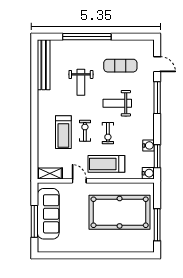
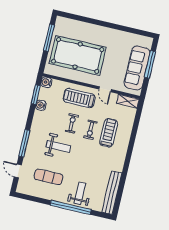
weight bench: (81, 82) -> (80, 193), moved
treadmill: (106, 164) -> (79, 98), turned 180

